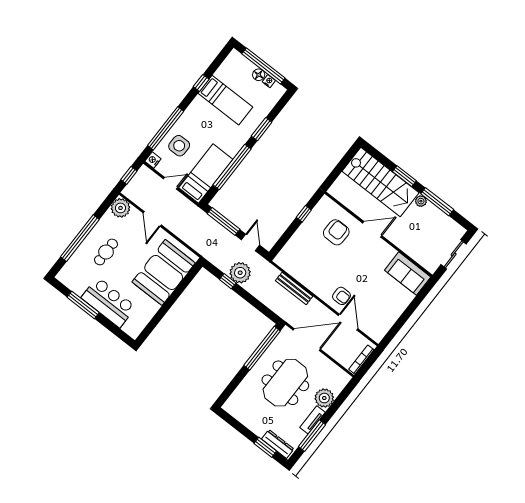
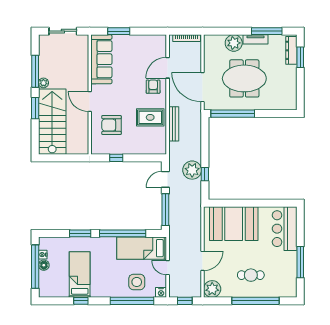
rug: (316, 272) -> (150, 117), added
sofa: (408, 274) -> (101, 59), width x1.36
bar counter: (109, 302) -> (285, 229), moved
window: (415, 304) -> (119, 31), added

